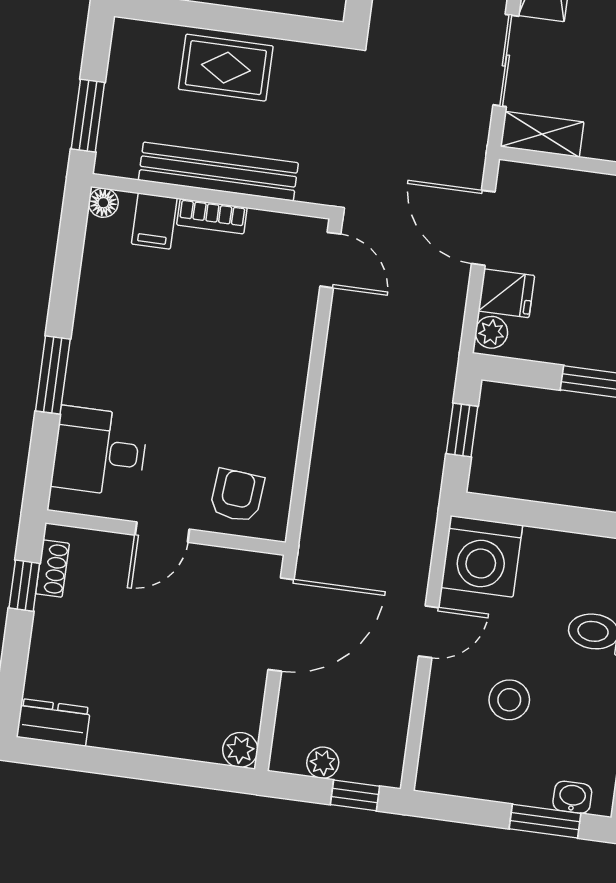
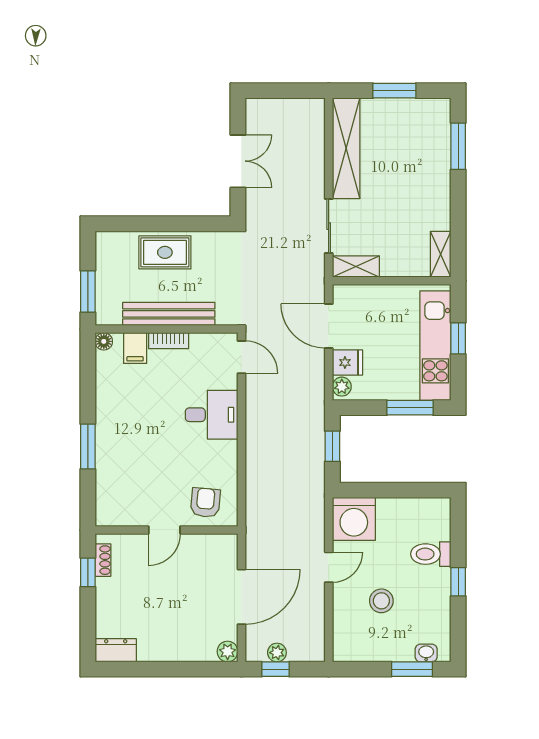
desk: (100, 451) -> (212, 415), moved, turned 180
door: (281, 625) -> (241, 597), moved
window: (355, 795) -> (275, 669), moved

